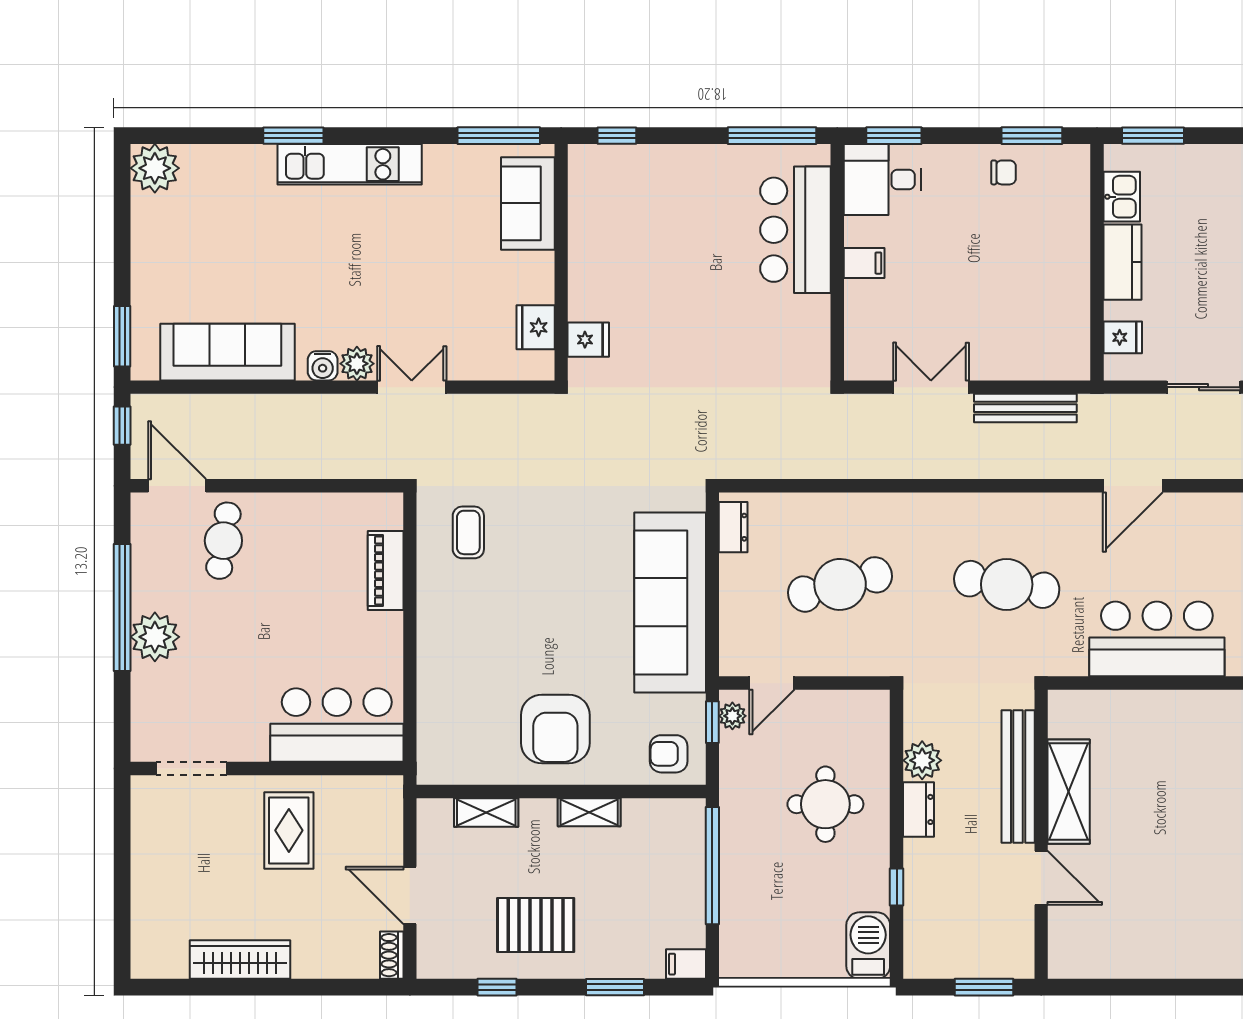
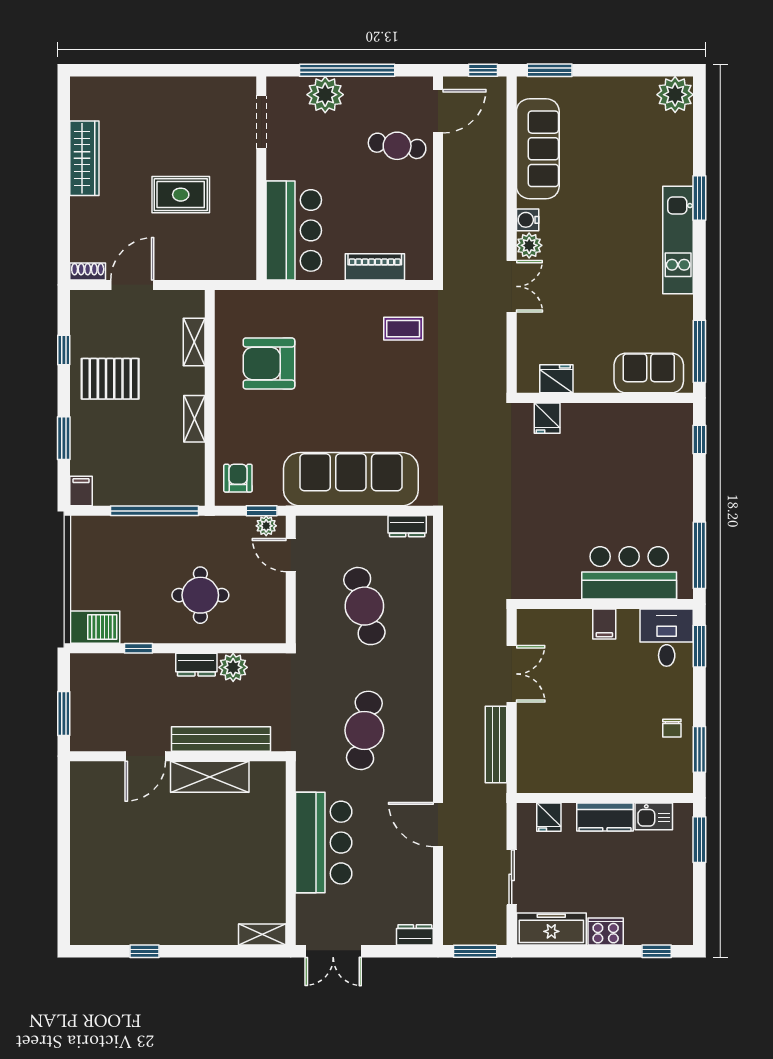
bar counter: (337, 725) -> (294, 230), moved
armchair: (555, 729) -> (269, 363), moved
doorway: (192, 769) -> (261, 122), moved
wall: (267, 769) -> (261, 178), moved
pallet: (536, 925) -> (110, 379), turned 90

